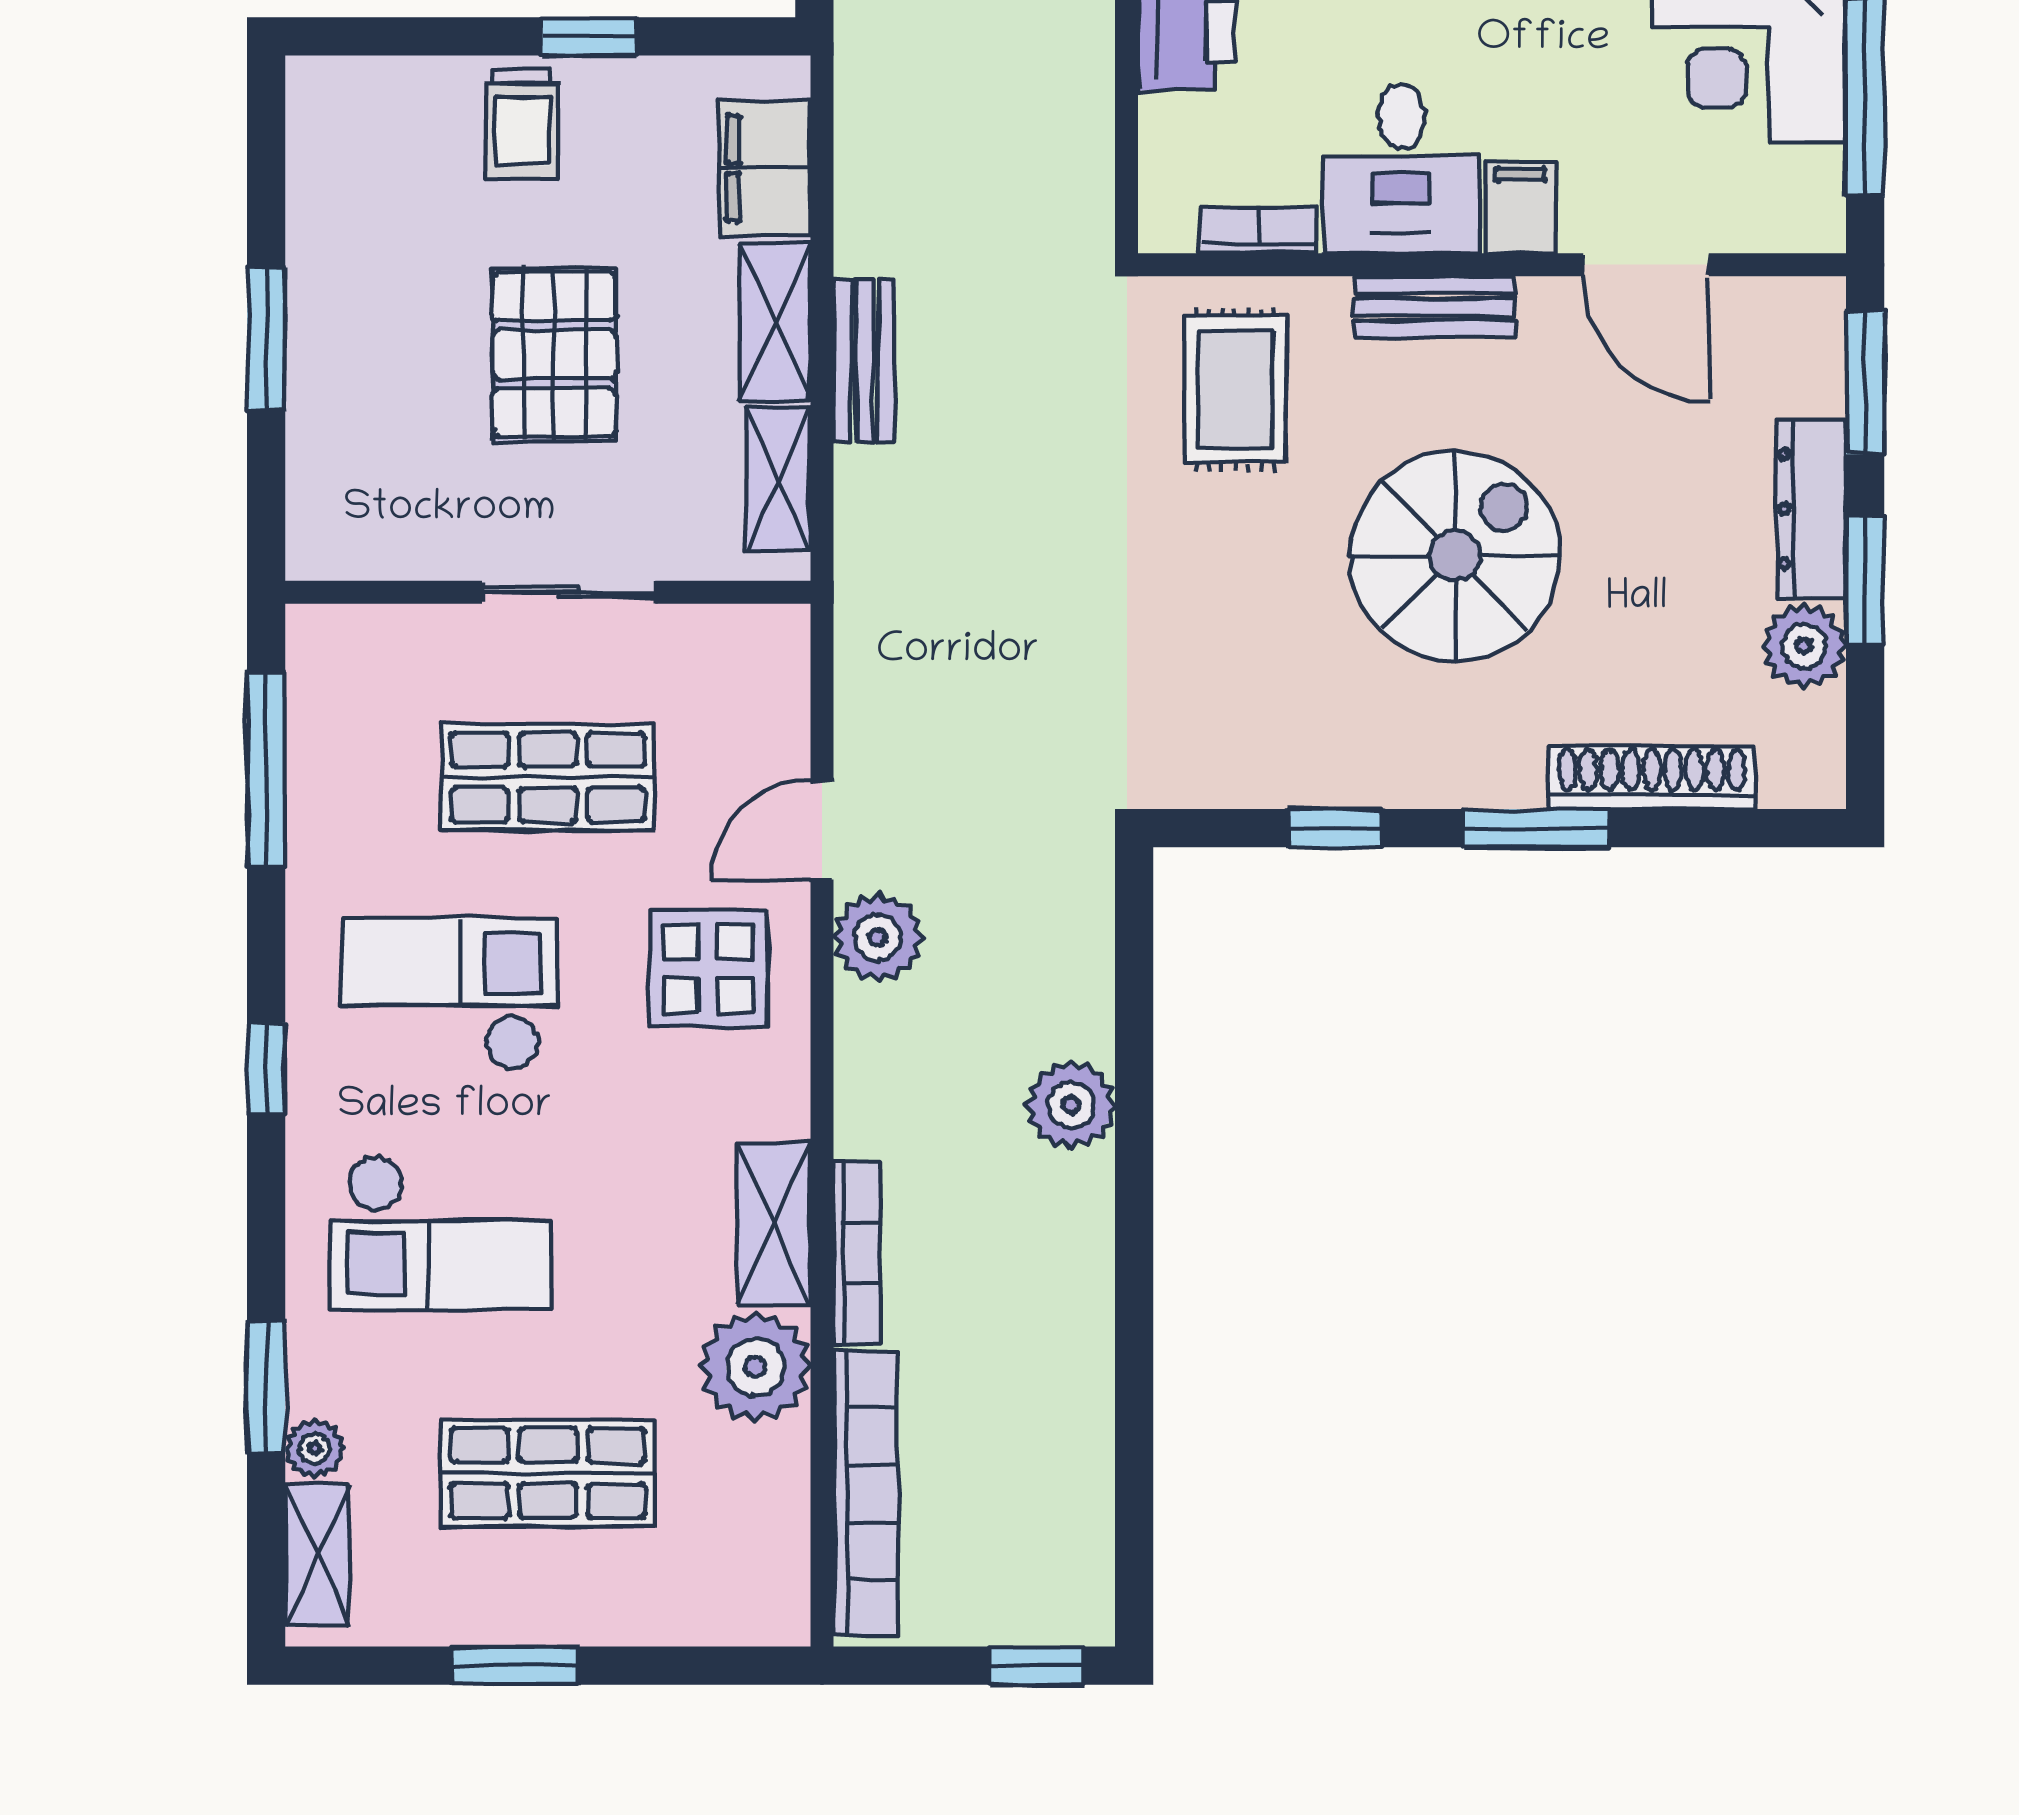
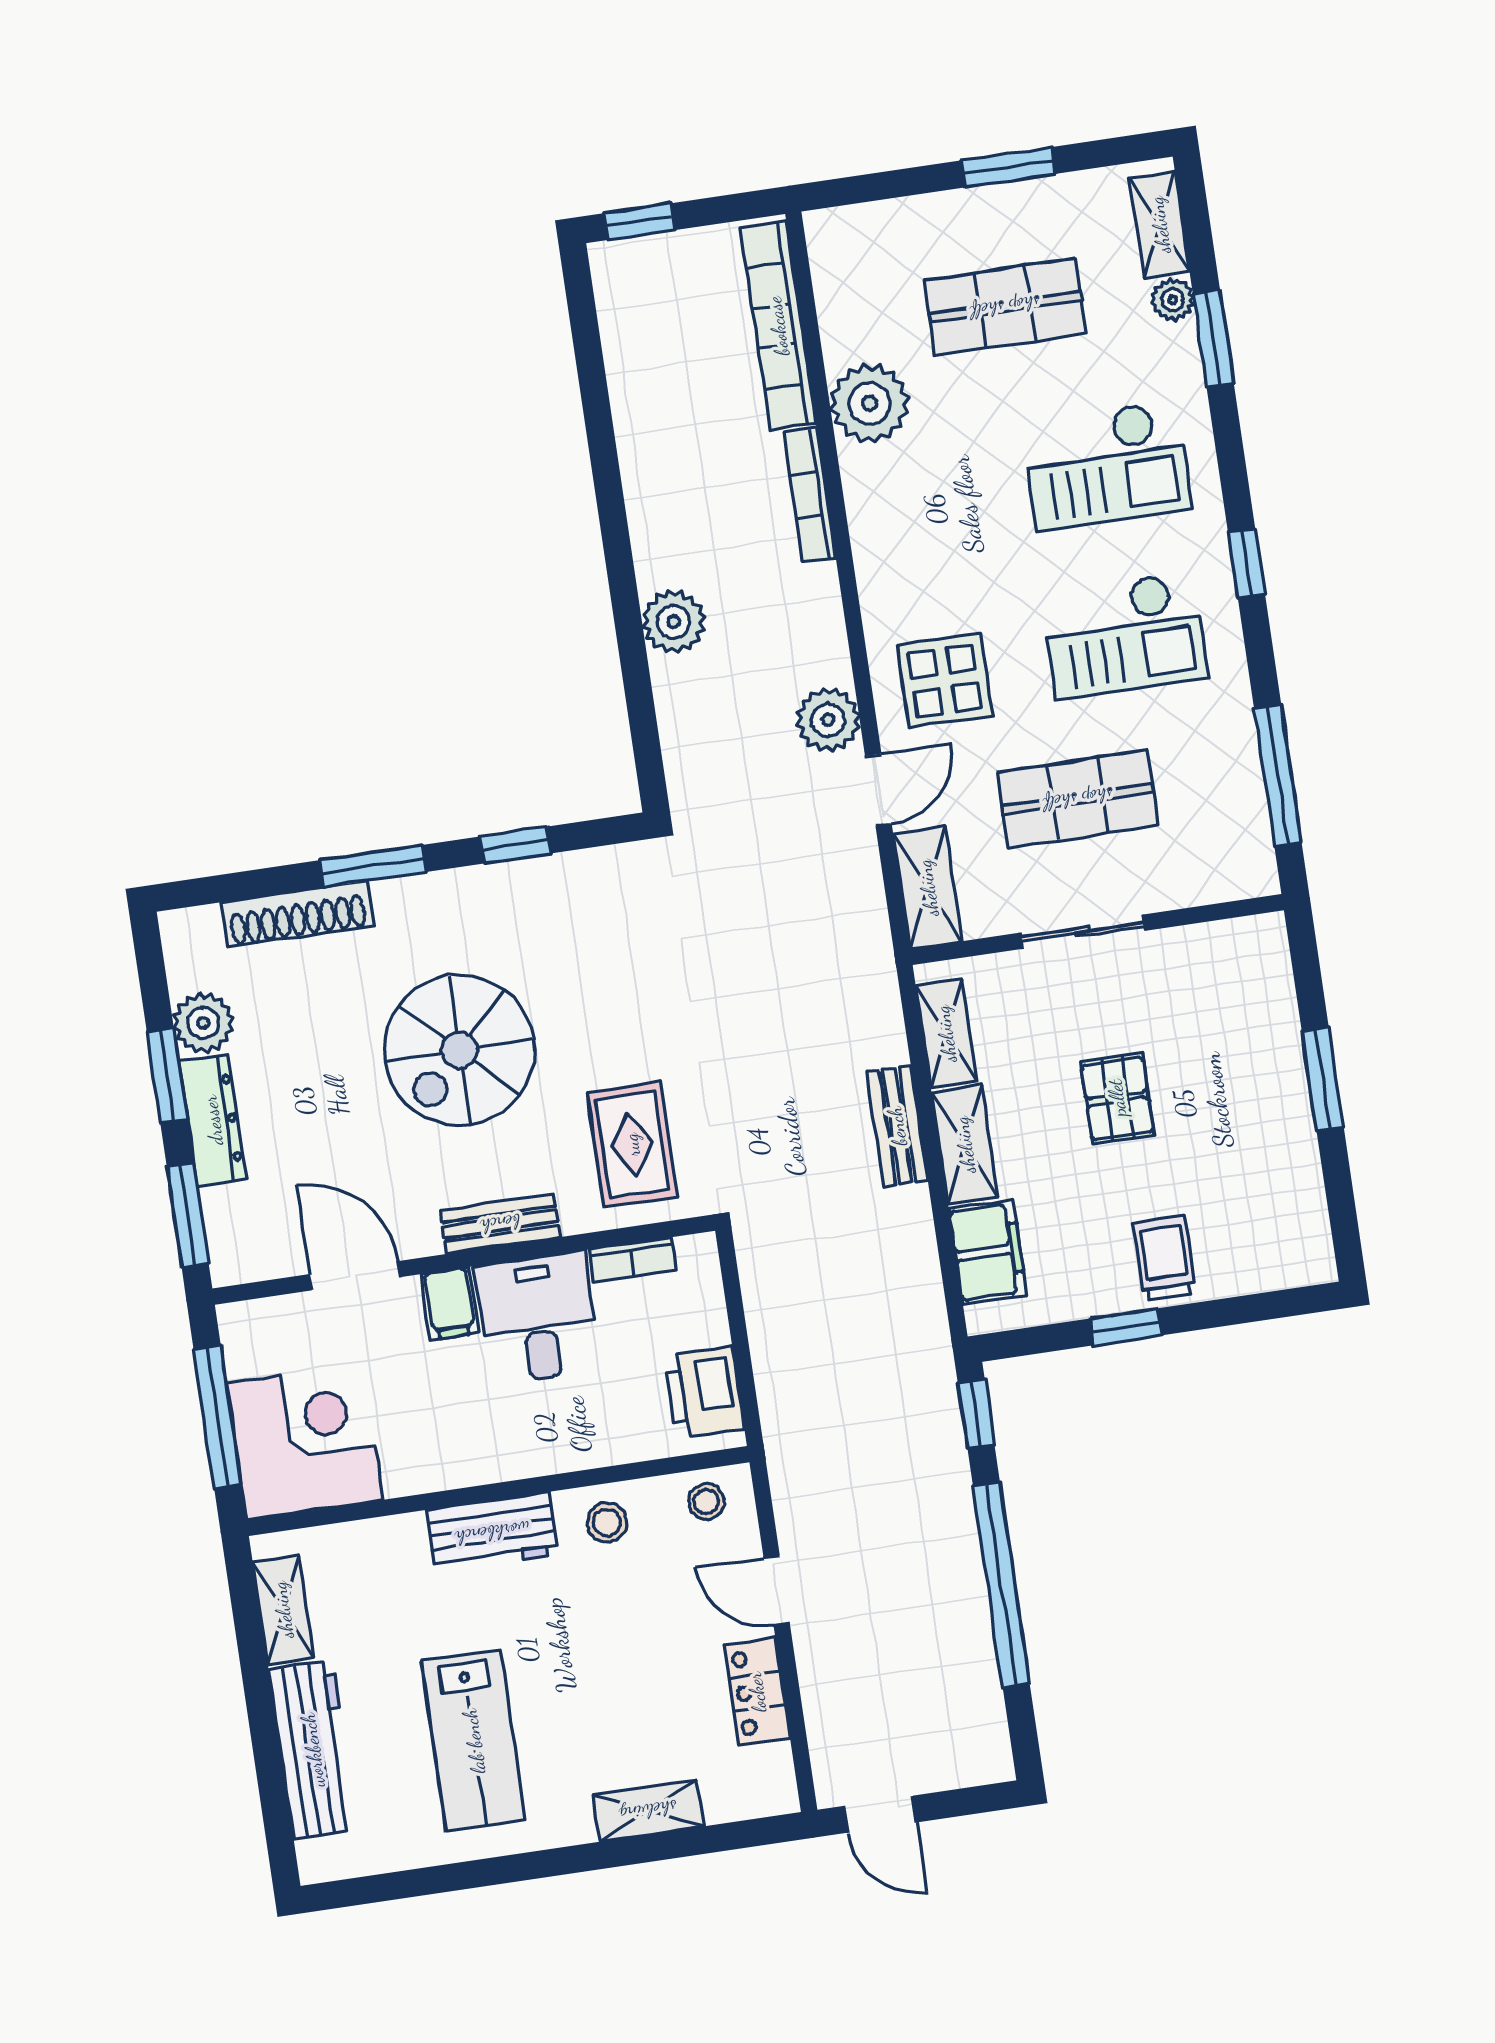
pallet: (554, 354) -> (1117, 1098), width x0.67, depth x0.71
shelving: (774, 1224) -> (928, 888), moved
checkout: (440, 1233) -> (1107, 466), turned 180

